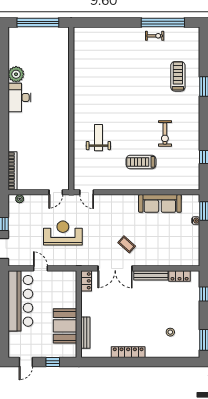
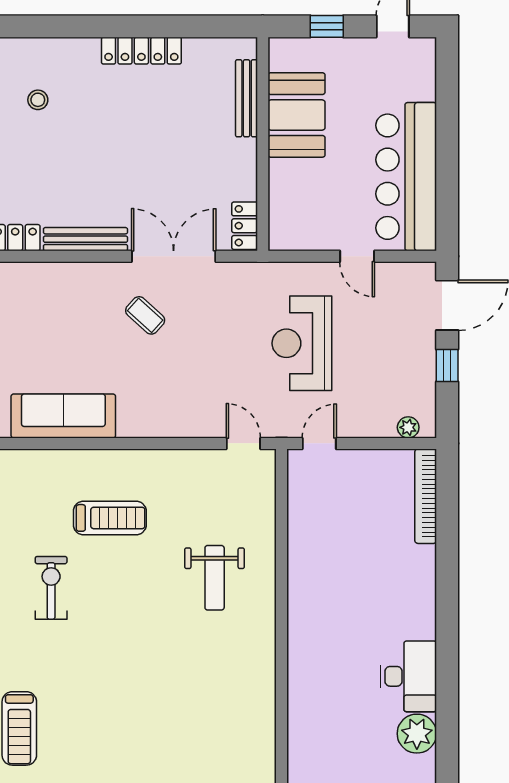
reception desk: (63, 233) -> (302, 343), turned 90

